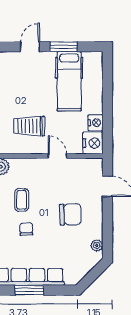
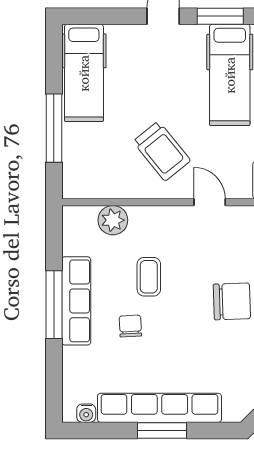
trolley: (29, 126) -> (162, 151), turned -129
chair: (26, 229) -> (130, 326), moved

